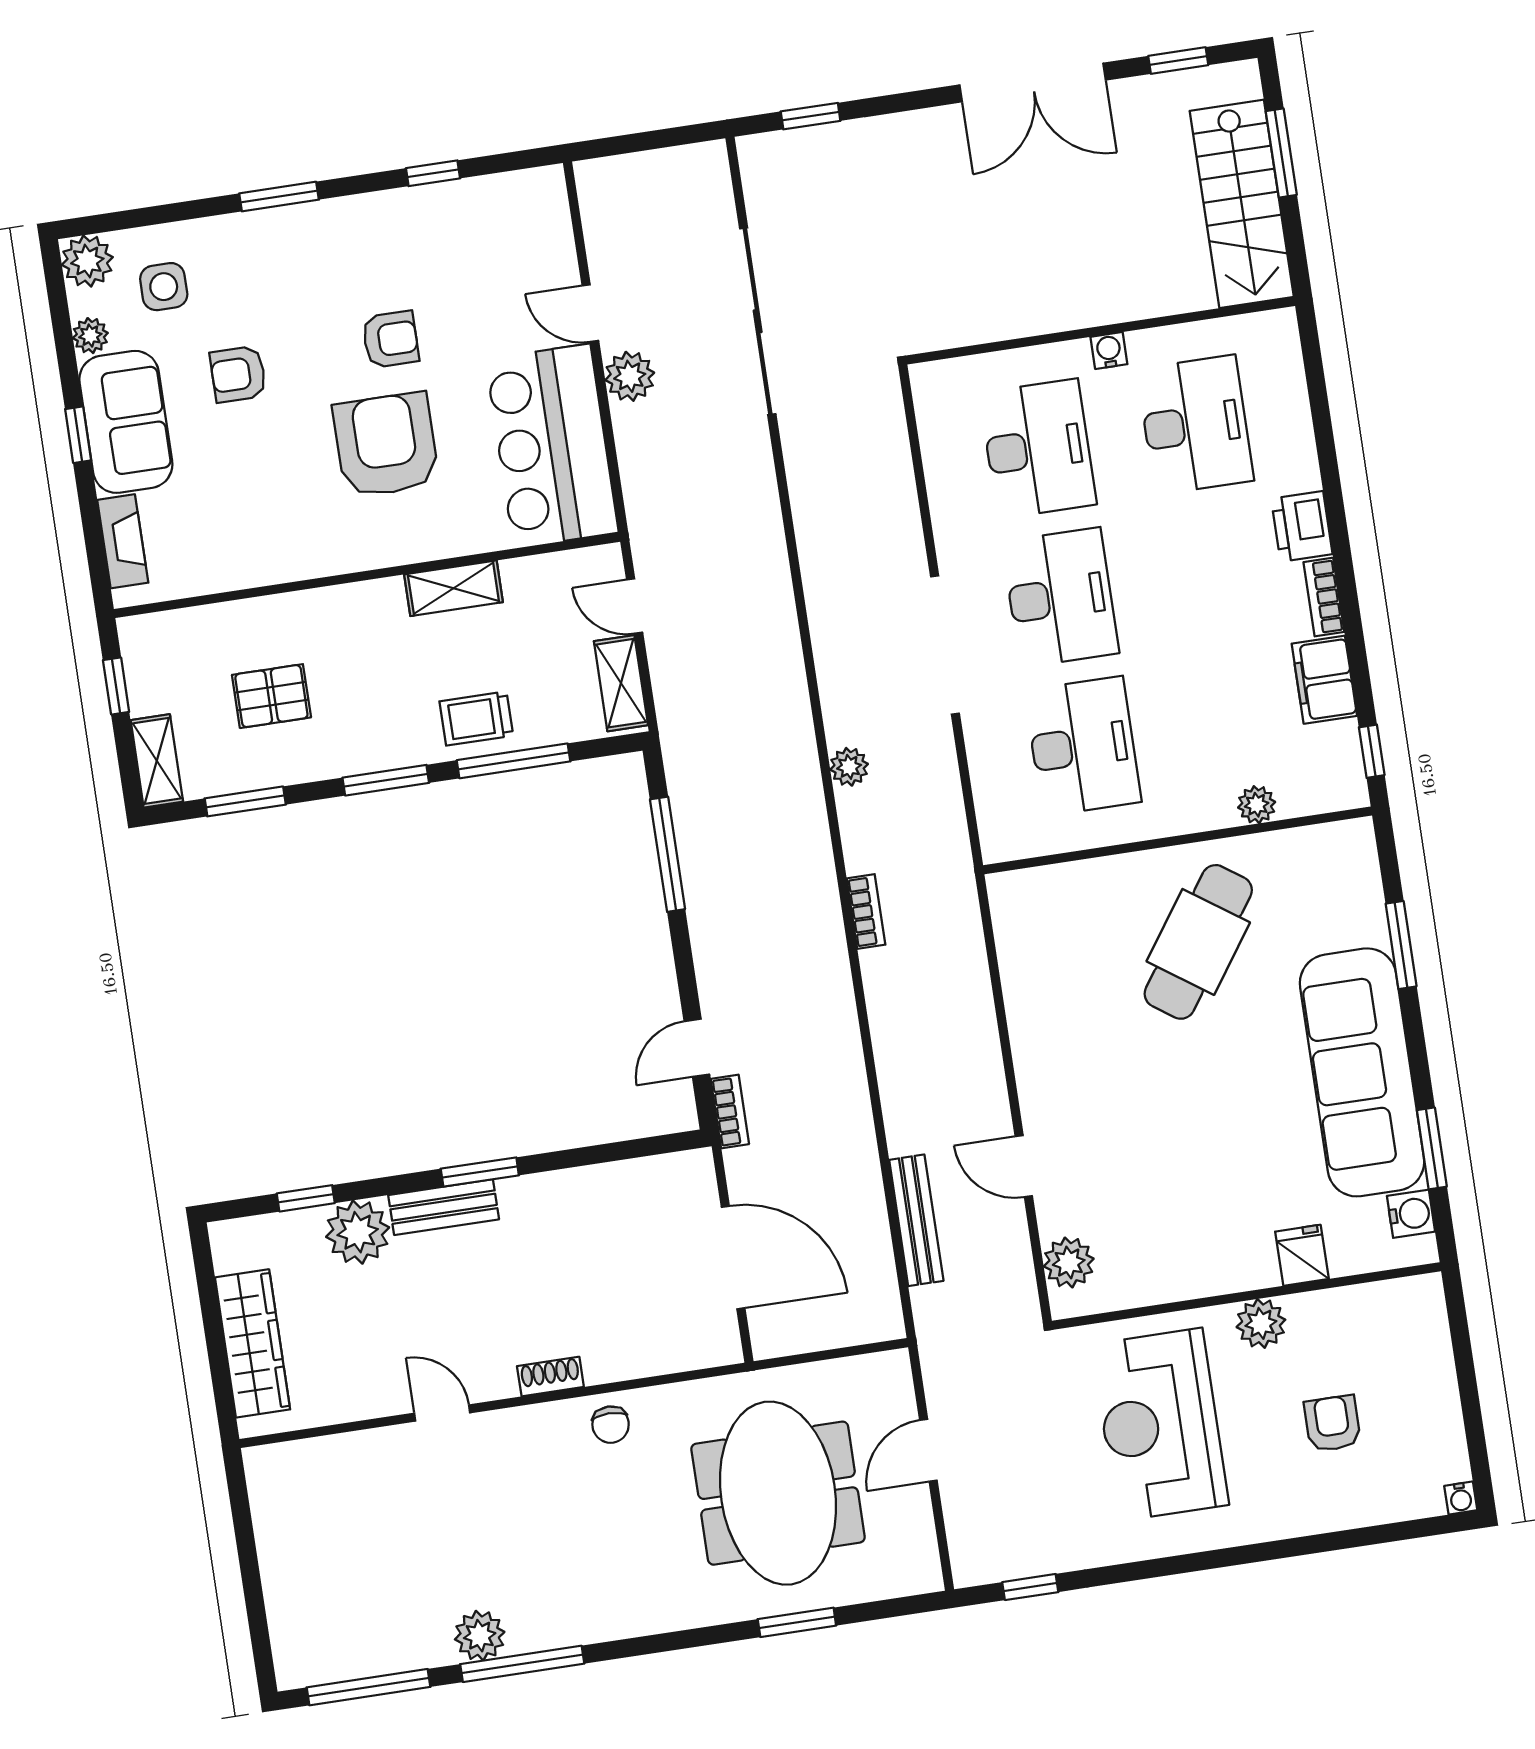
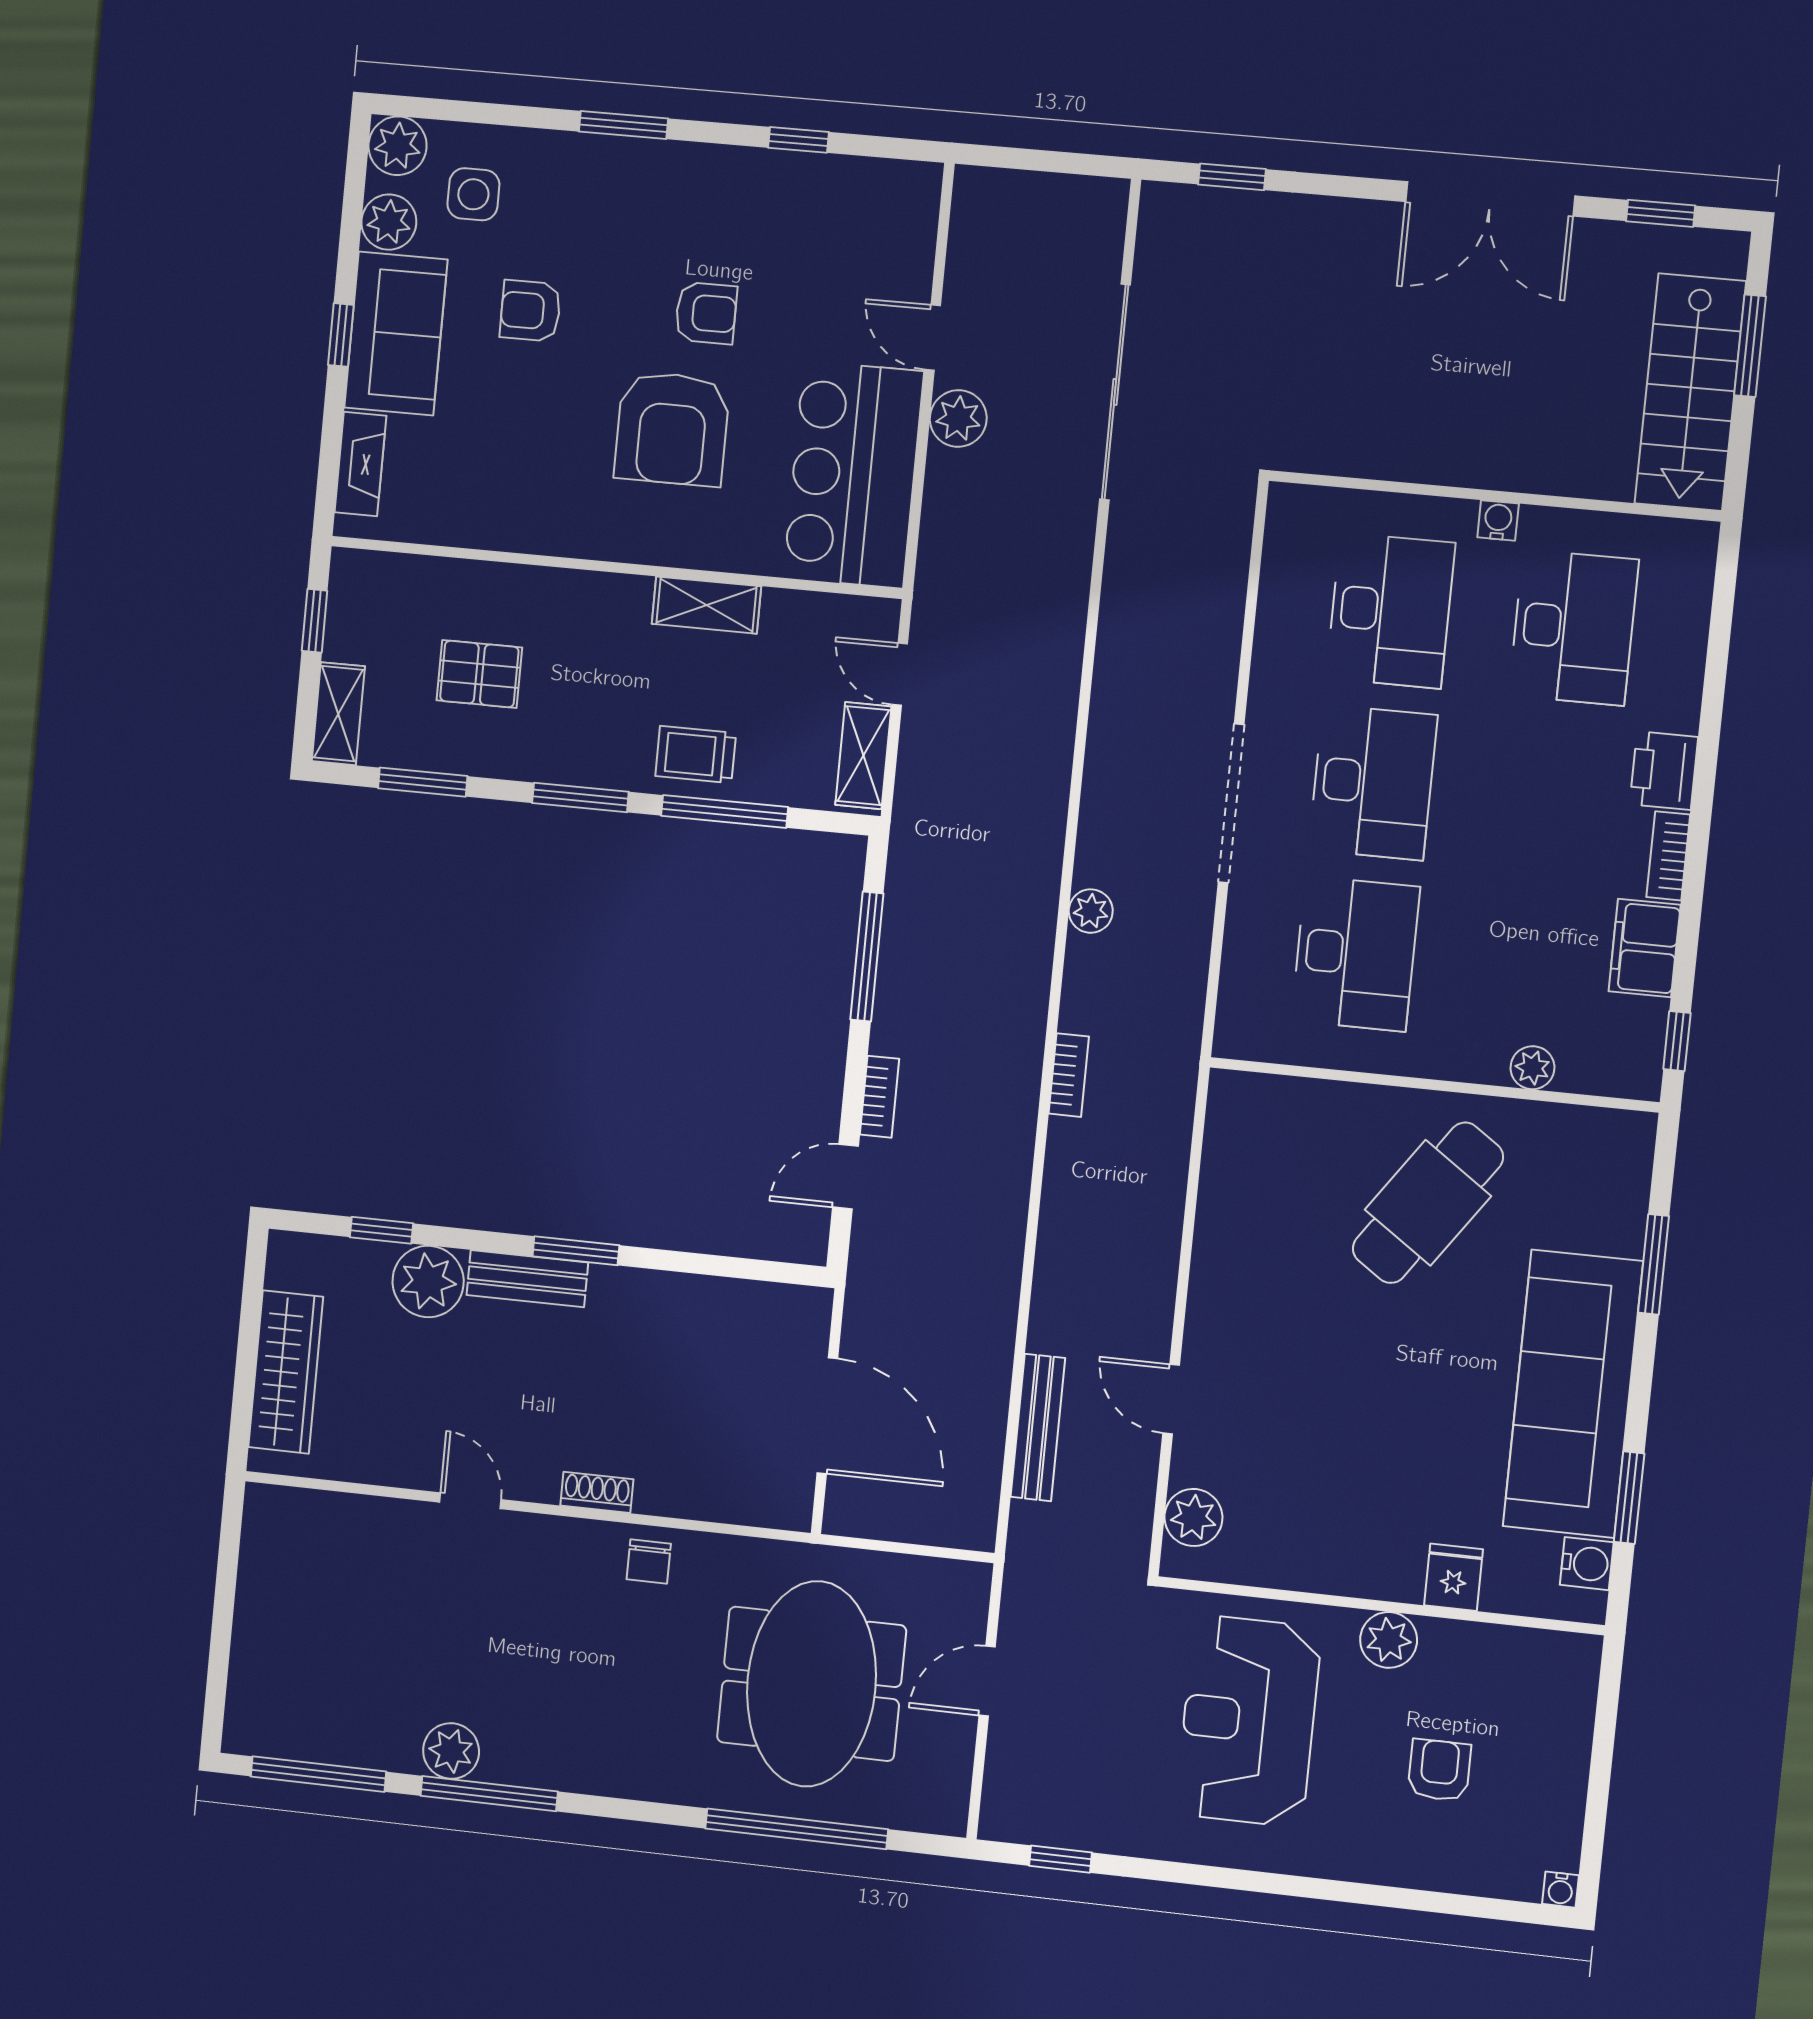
plant: (90, 336) -> (389, 222), width x1.38, depth x1.38
armchair: (386, 445) -> (672, 429), turned 180
bookcase: (730, 1111) -> (880, 1097), moved
window: (797, 1622) -> (797, 1829), width x2.11

